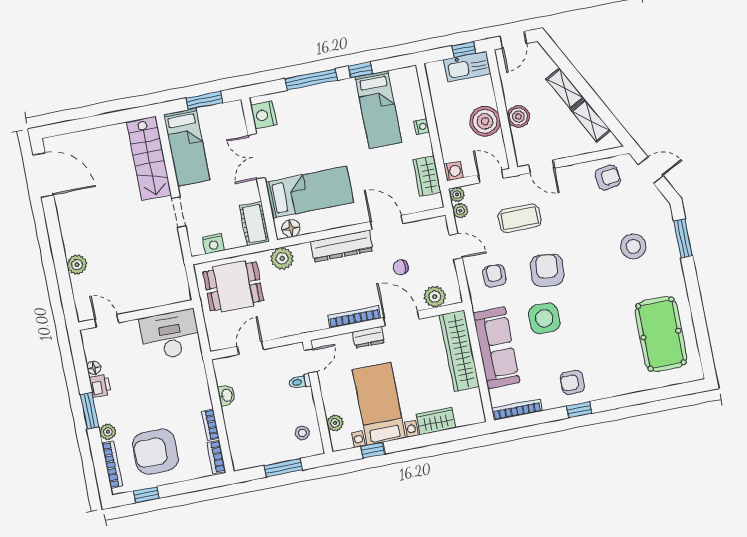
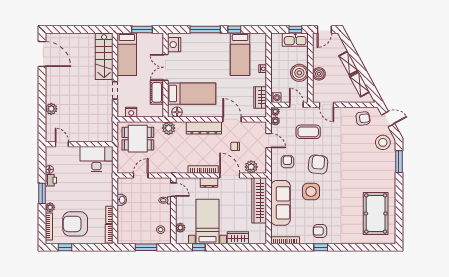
cot: (254, 224) -> (157, 92), moved
stool: (633, 246) -> (383, 142), moved
door: (311, 361) -> (173, 190), hinge flipped

